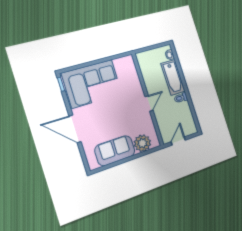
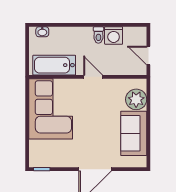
bathtub: (173, 77) -> (54, 65), moved, turned 180
corner sofa: (92, 84) -> (51, 109), moved
washing machine: (184, 109) -> (114, 35), added

